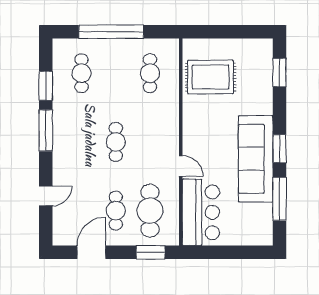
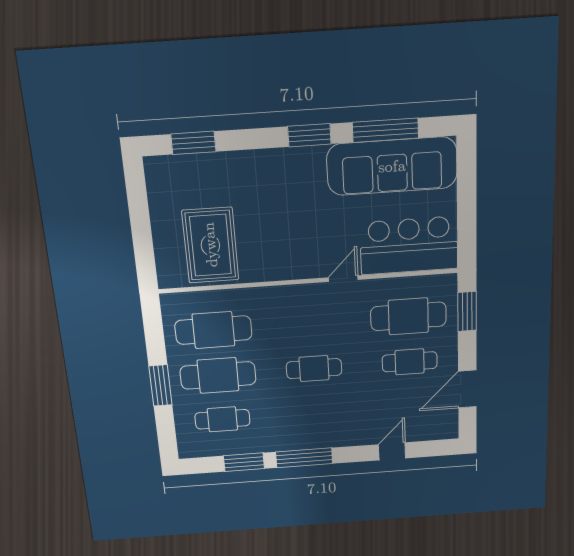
window: (111, 32) -> (160, 385), width x0.47
cafe table: (116, 73) -> (218, 375), added
cafe table: (150, 73) -> (213, 330), width x1.37, depth x1.35
sofa: (256, 159) -> (392, 166), moved
door: (46, 196) -> (392, 451), hinge flipped
door: (91, 252) -> (467, 389), hinge flipped

